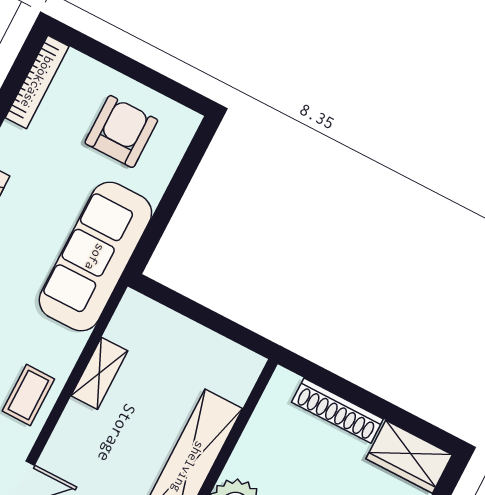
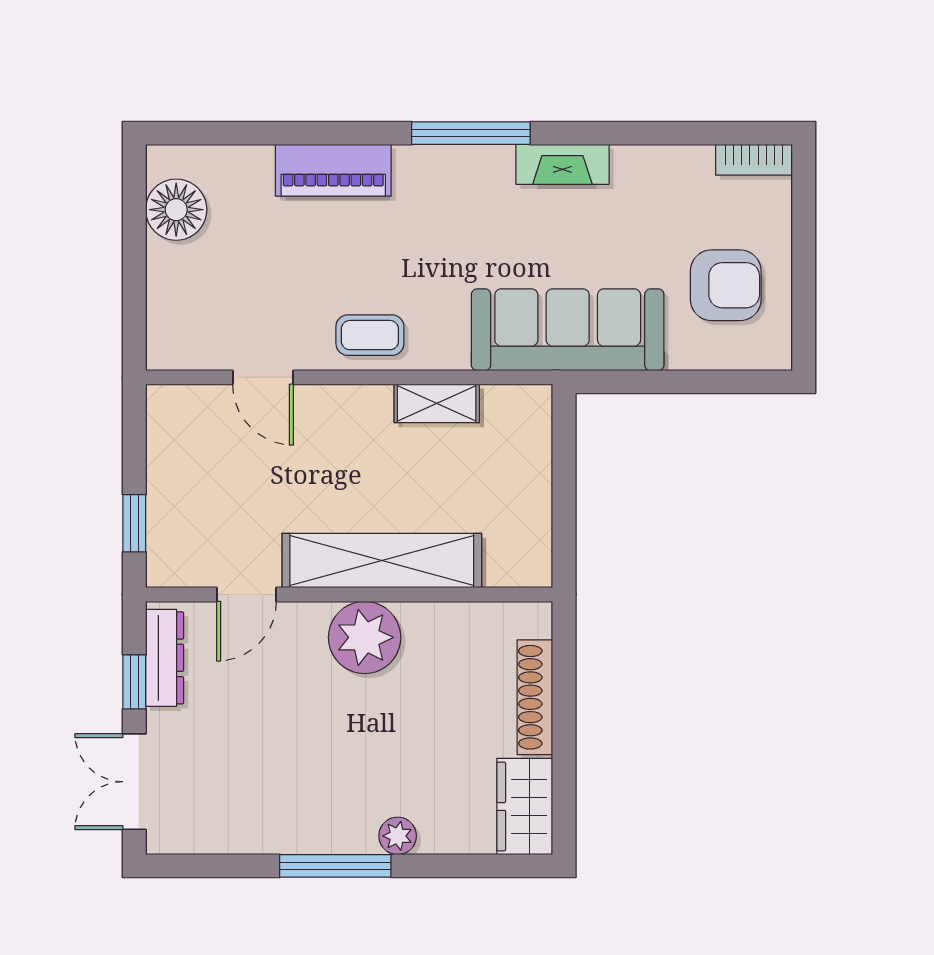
bookcase: (37, 82) -> (754, 160), width x0.64

